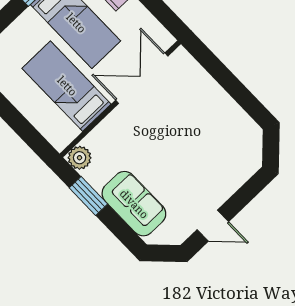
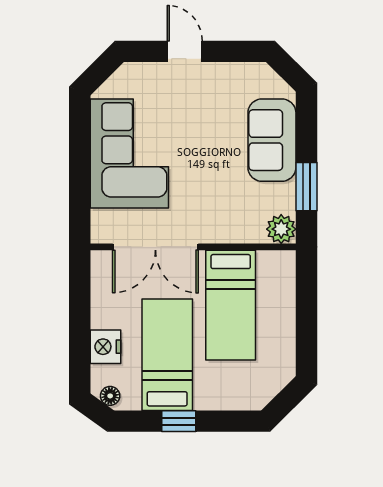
corner sofa: (208, 117) -> (129, 153), added
door: (213, 226) -> (185, 51), moved

